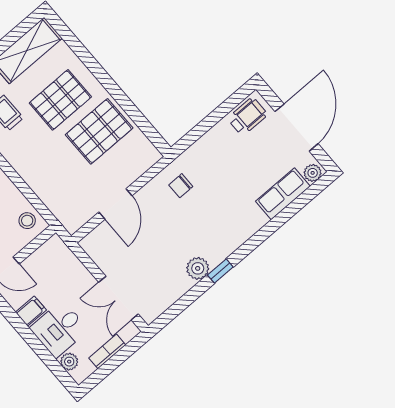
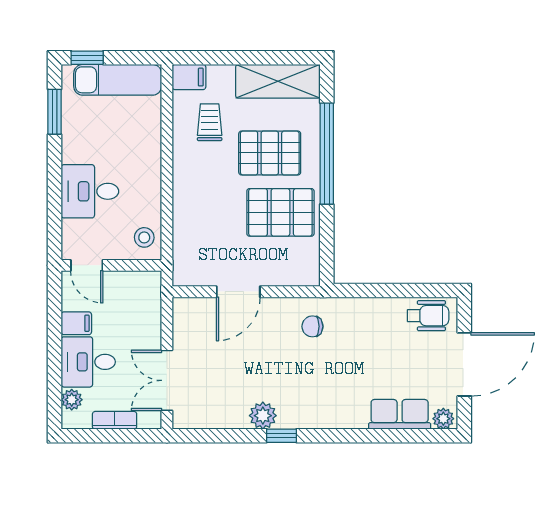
window: (96, 70) -> (327, 154), added

